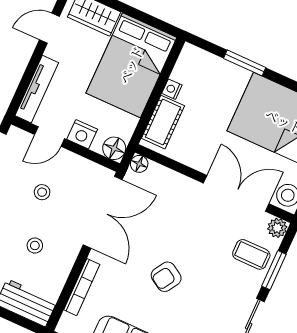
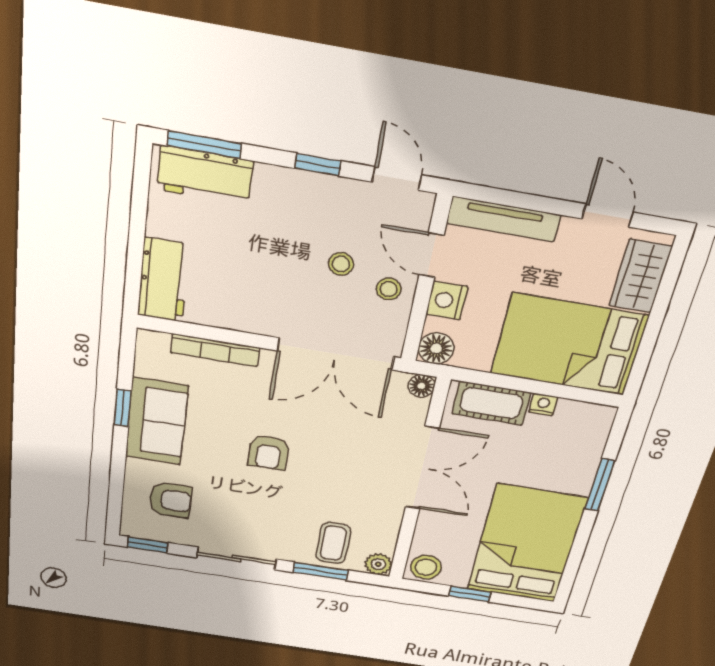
double door: (236, 193) -> (422, 468), moved
stool: (35, 245) -> (389, 289), moved
armchair: (166, 277) -> (269, 453), turned -122

